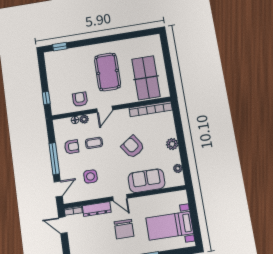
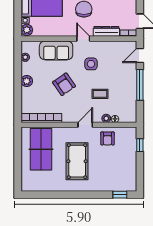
armchair: (72, 147) -> (122, 94), removed
side table: (90, 176) -> (91, 64), moved
plant: (181, 197) -> (27, 30), added

